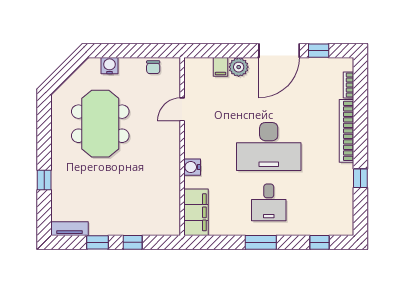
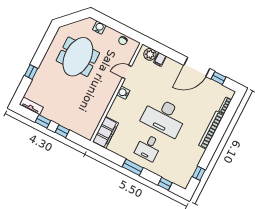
plant: (239, 67) -> (150, 54), moved
water cooler: (192, 167) -> (123, 93), moved
window: (360, 178) -> (199, 173), moved

